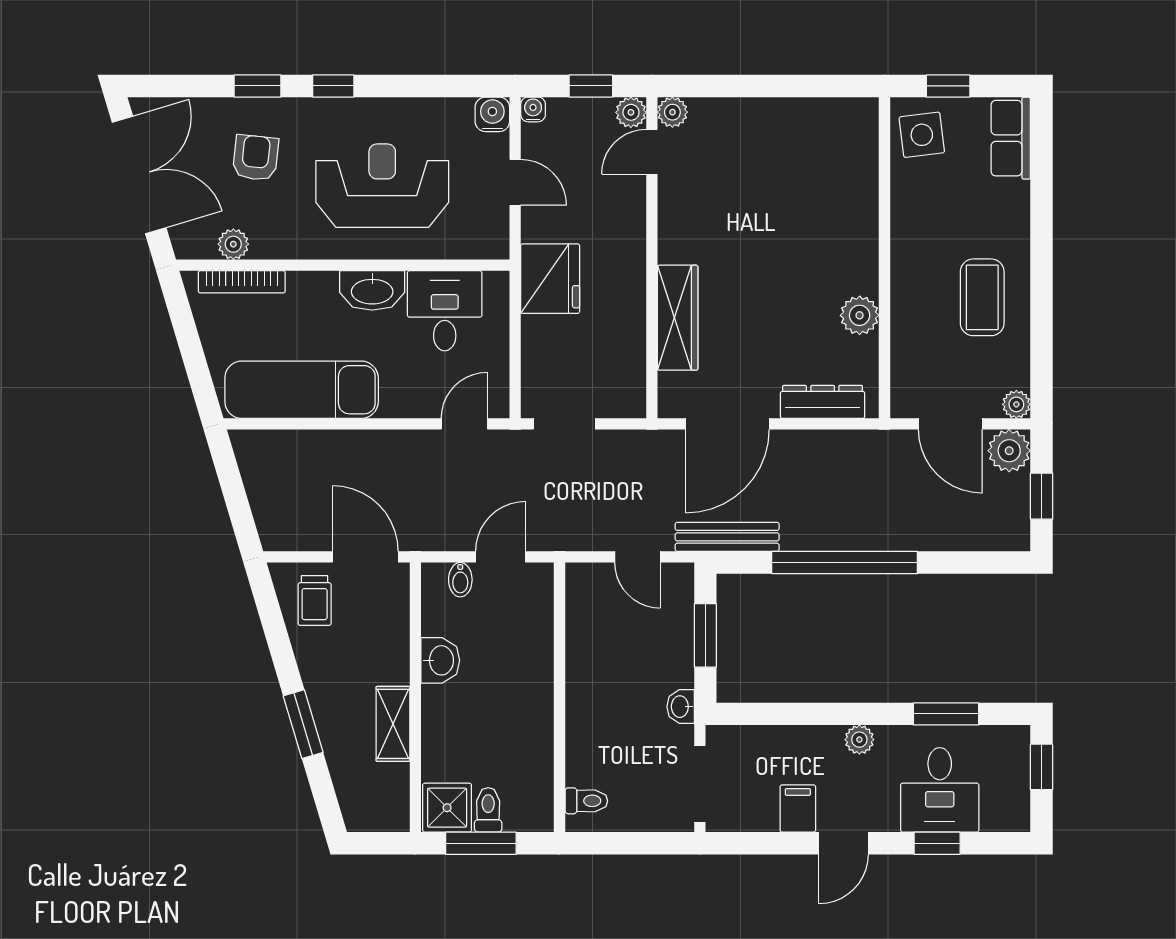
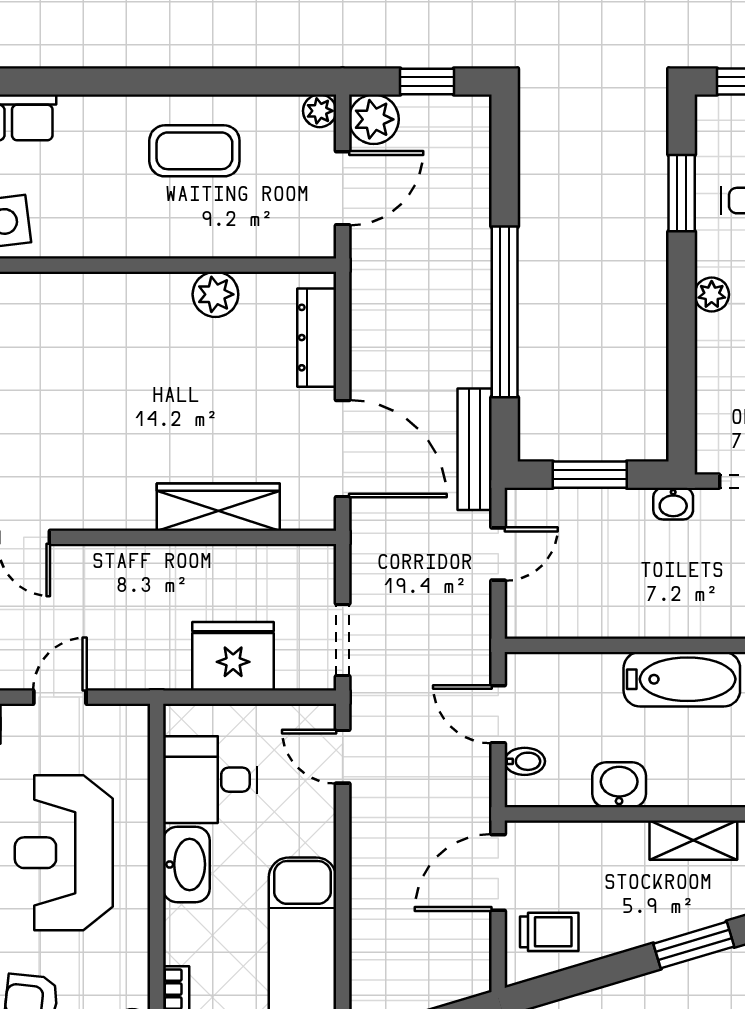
fridge: (550, 279) -> (233, 656), moved
bathtub: (530, 714) -> (682, 679), added

